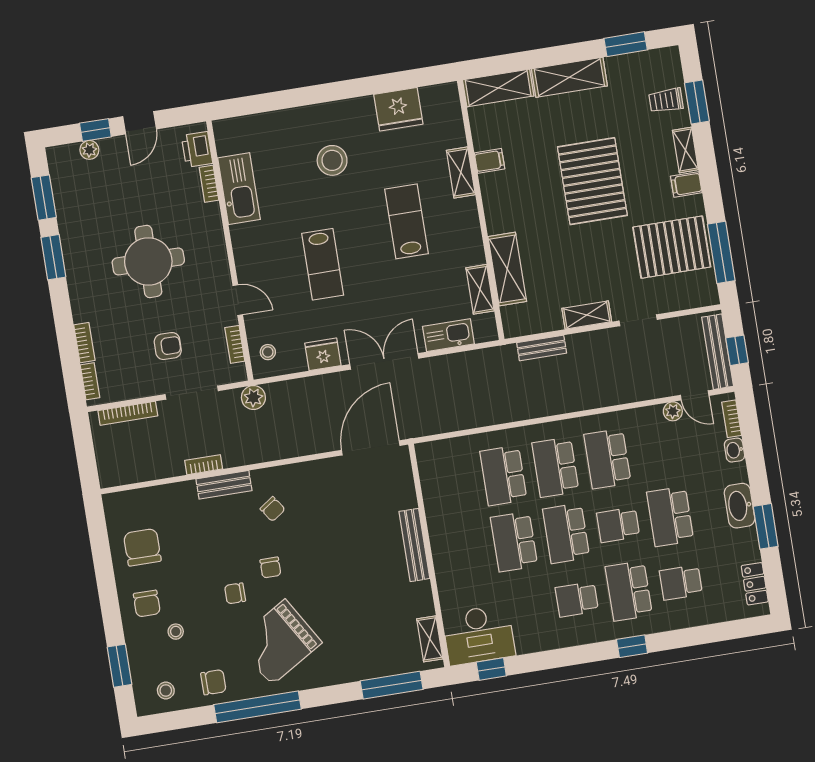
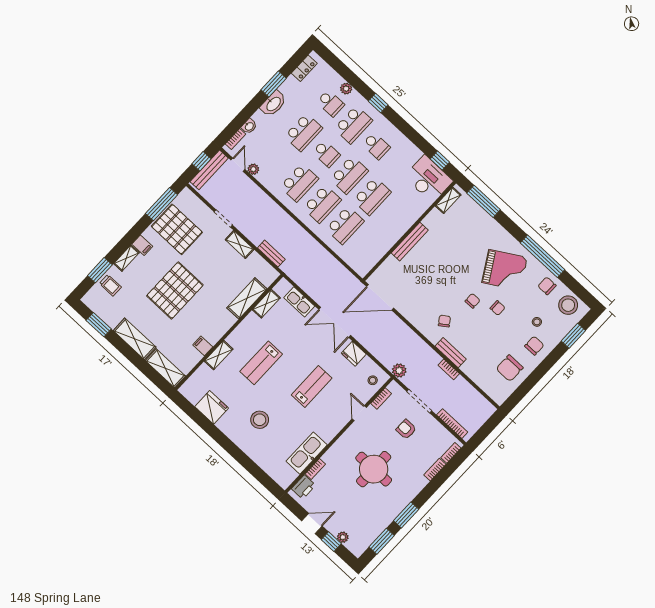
plant: (684, 618) -> (346, 89), added
stool: (166, 691) -> (568, 305), width x1.89, depth x1.89

